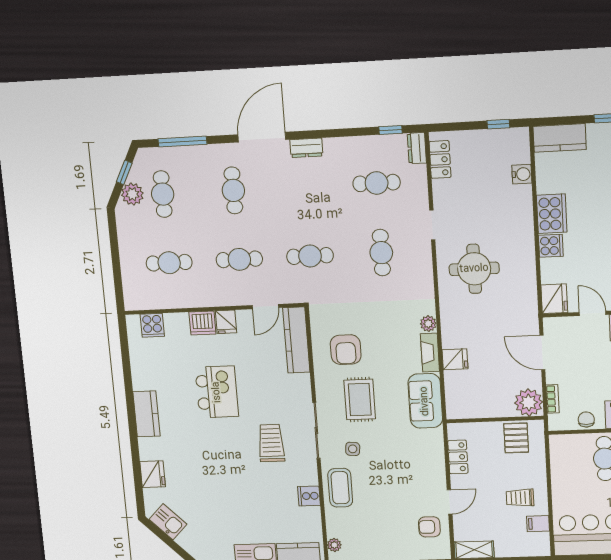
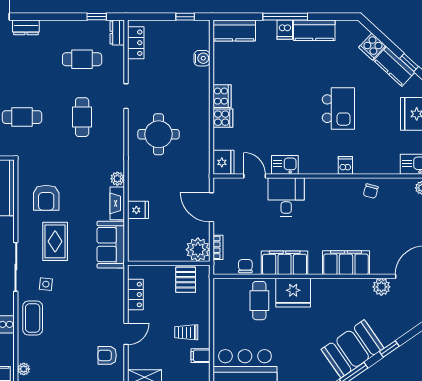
cooker: (552, 214) -> (222, 96), width x0.73, depth x0.76

